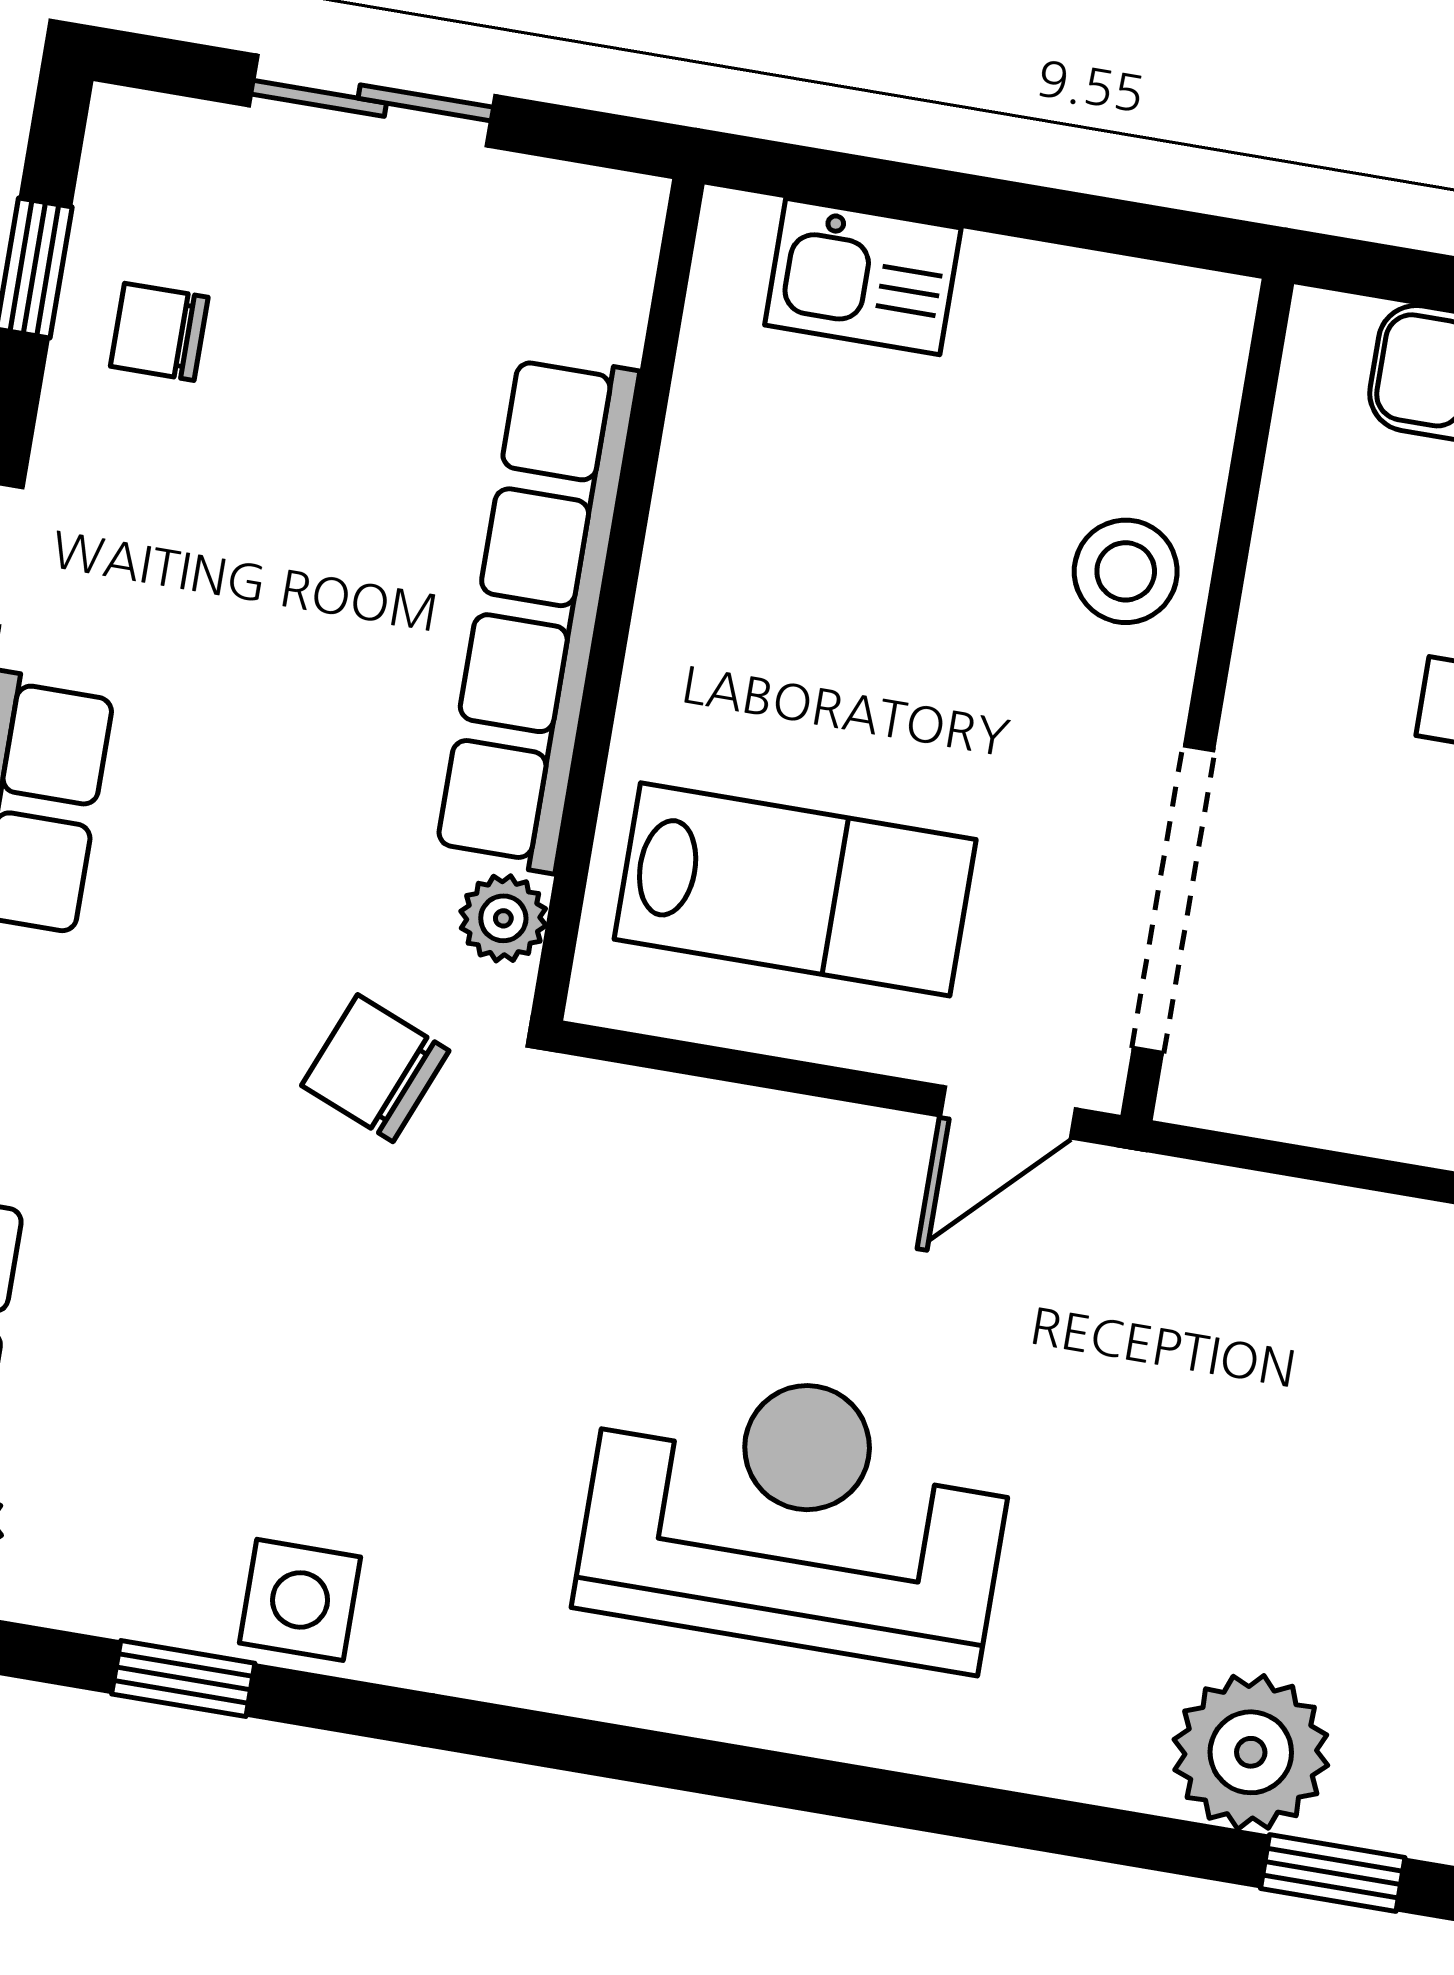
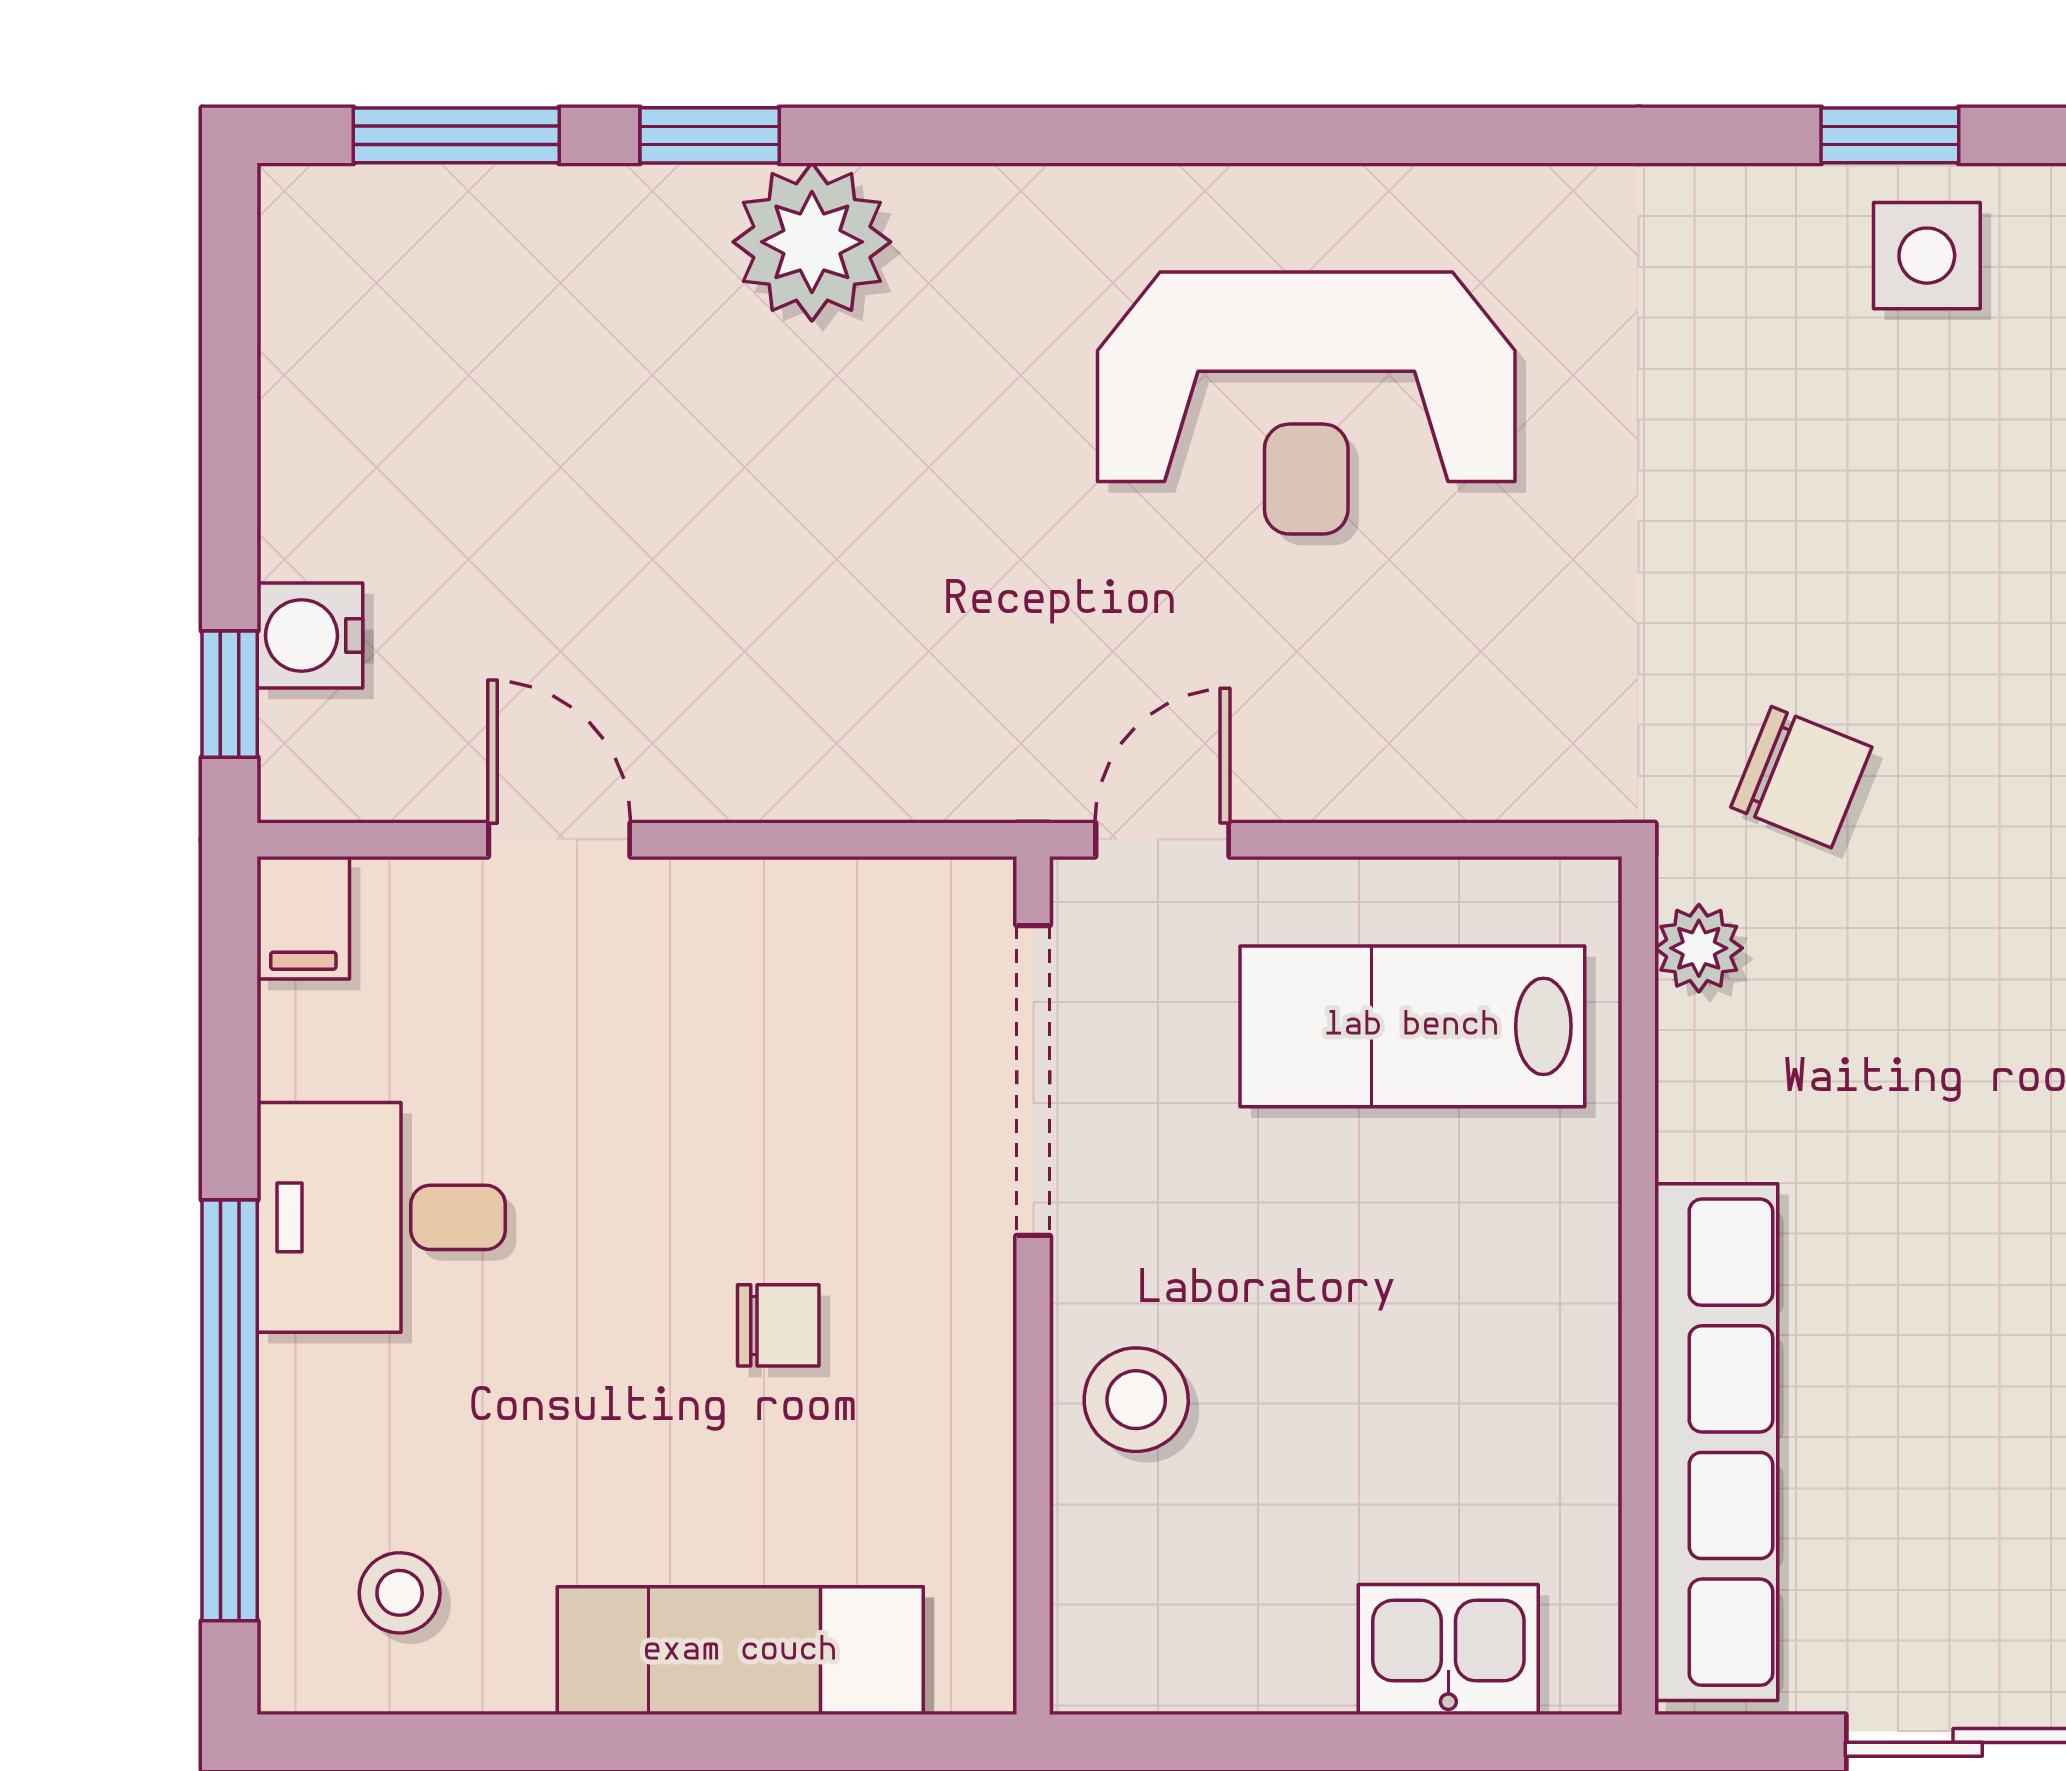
row of seats: (538, 612) -> (1716, 1442), moved
side table: (300, 1600) -> (1927, 256), moved

